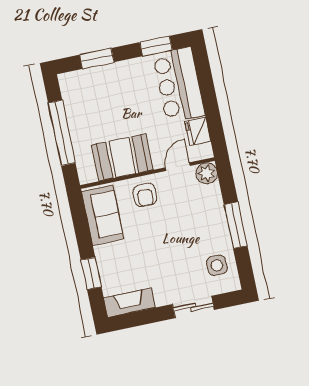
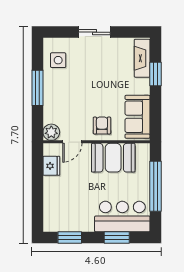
bar counter: (179, 85) -> (122, 217), moved, turned -90
fireplace: (129, 303) -> (142, 58), moved, turned 90
sliding door: (193, 307) -> (94, 32), moved

